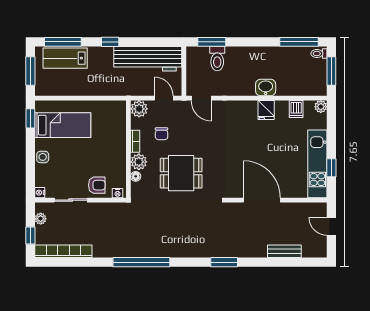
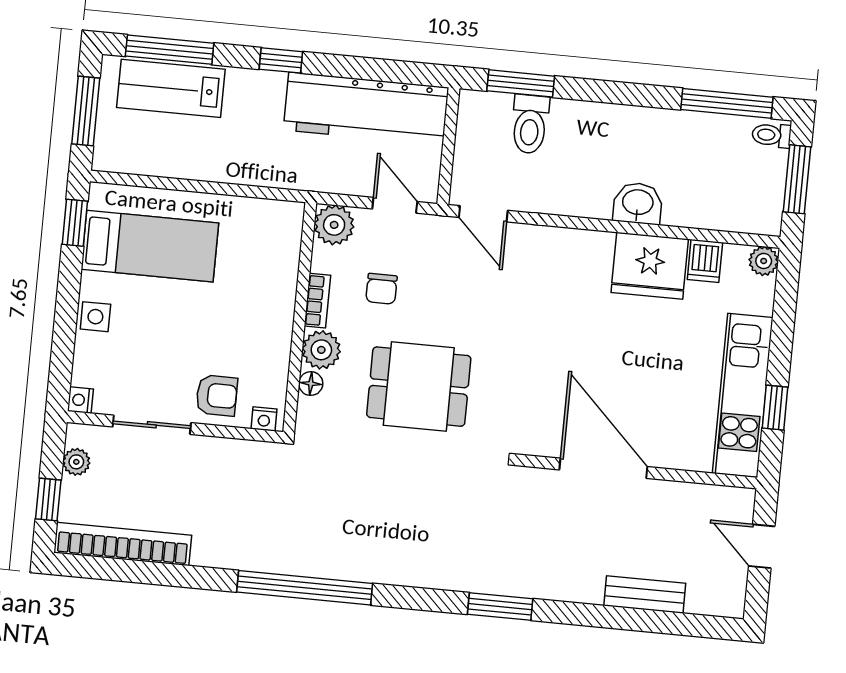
fridge: (266, 110) -> (650, 266), width x1.88, depth x1.34

